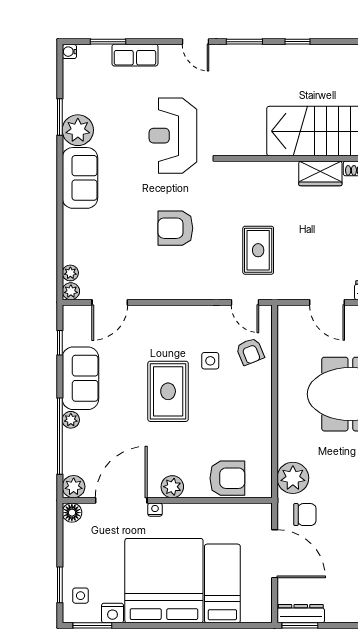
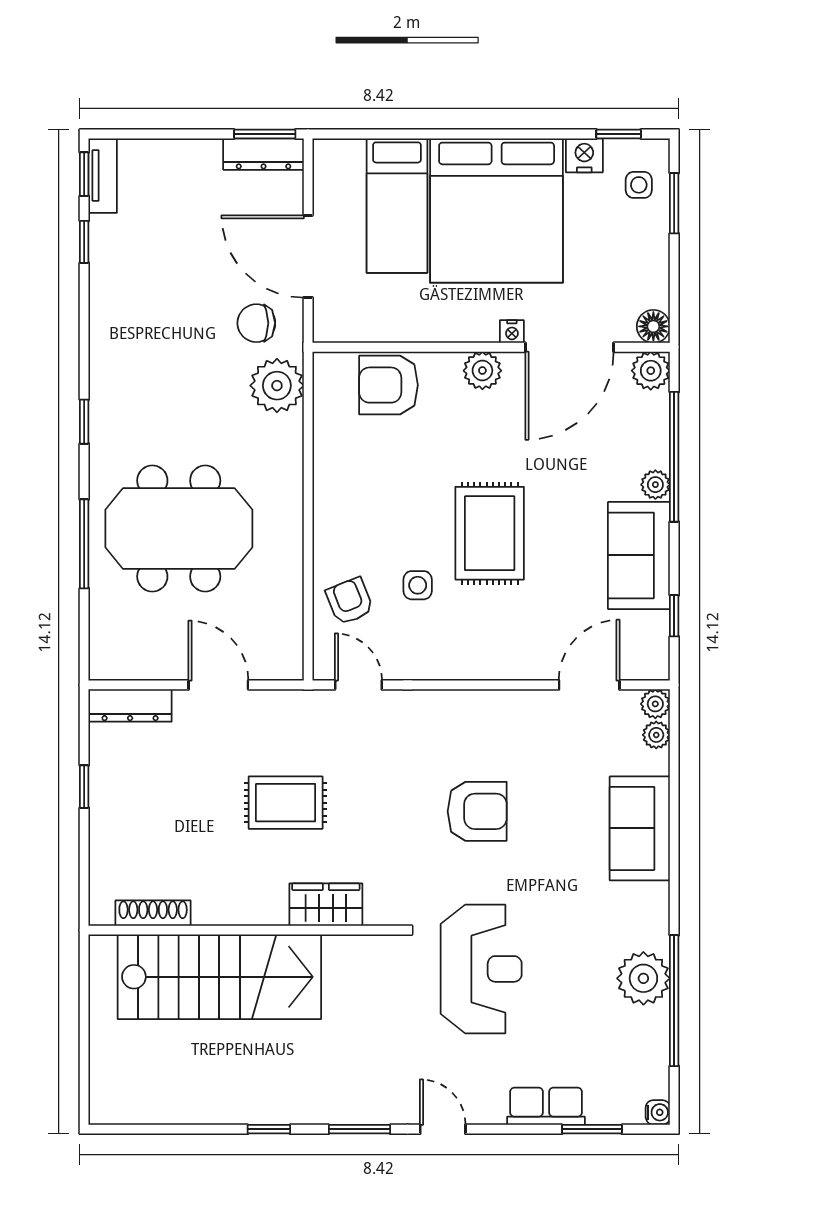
window: (60, 117) -> (674, 1001), width x2.11
wardrobe: (320, 173) -> (326, 905), moved
sofa: (80, 178) -> (640, 828), moved
rug: (258, 250) -> (286, 803), moved, turned 90
window: (92, 625) -> (619, 134), width x0.67

